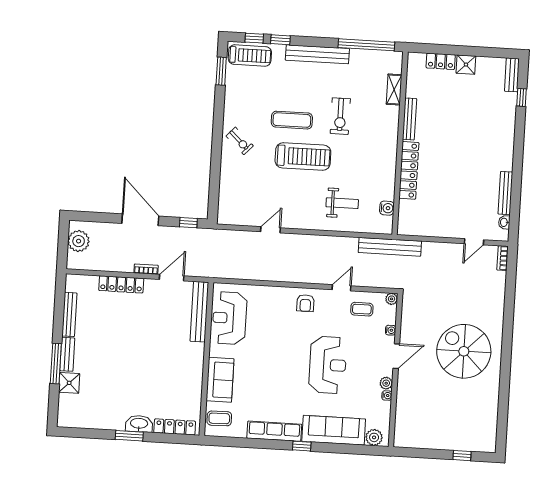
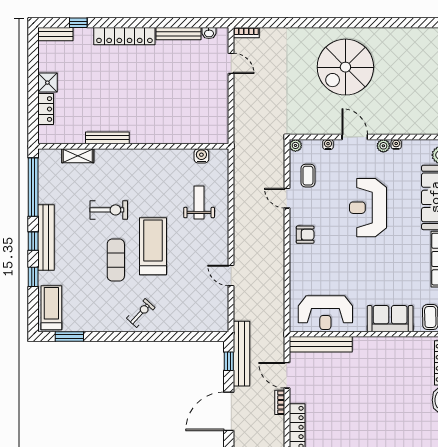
window: (254, 38) -> (33, 241), moved
locker: (409, 170) -> (124, 36), moved, turned 180
bench: (390, 247) -> (241, 354), moved
reception desk: (328, 365) -> (368, 208), turned -90

